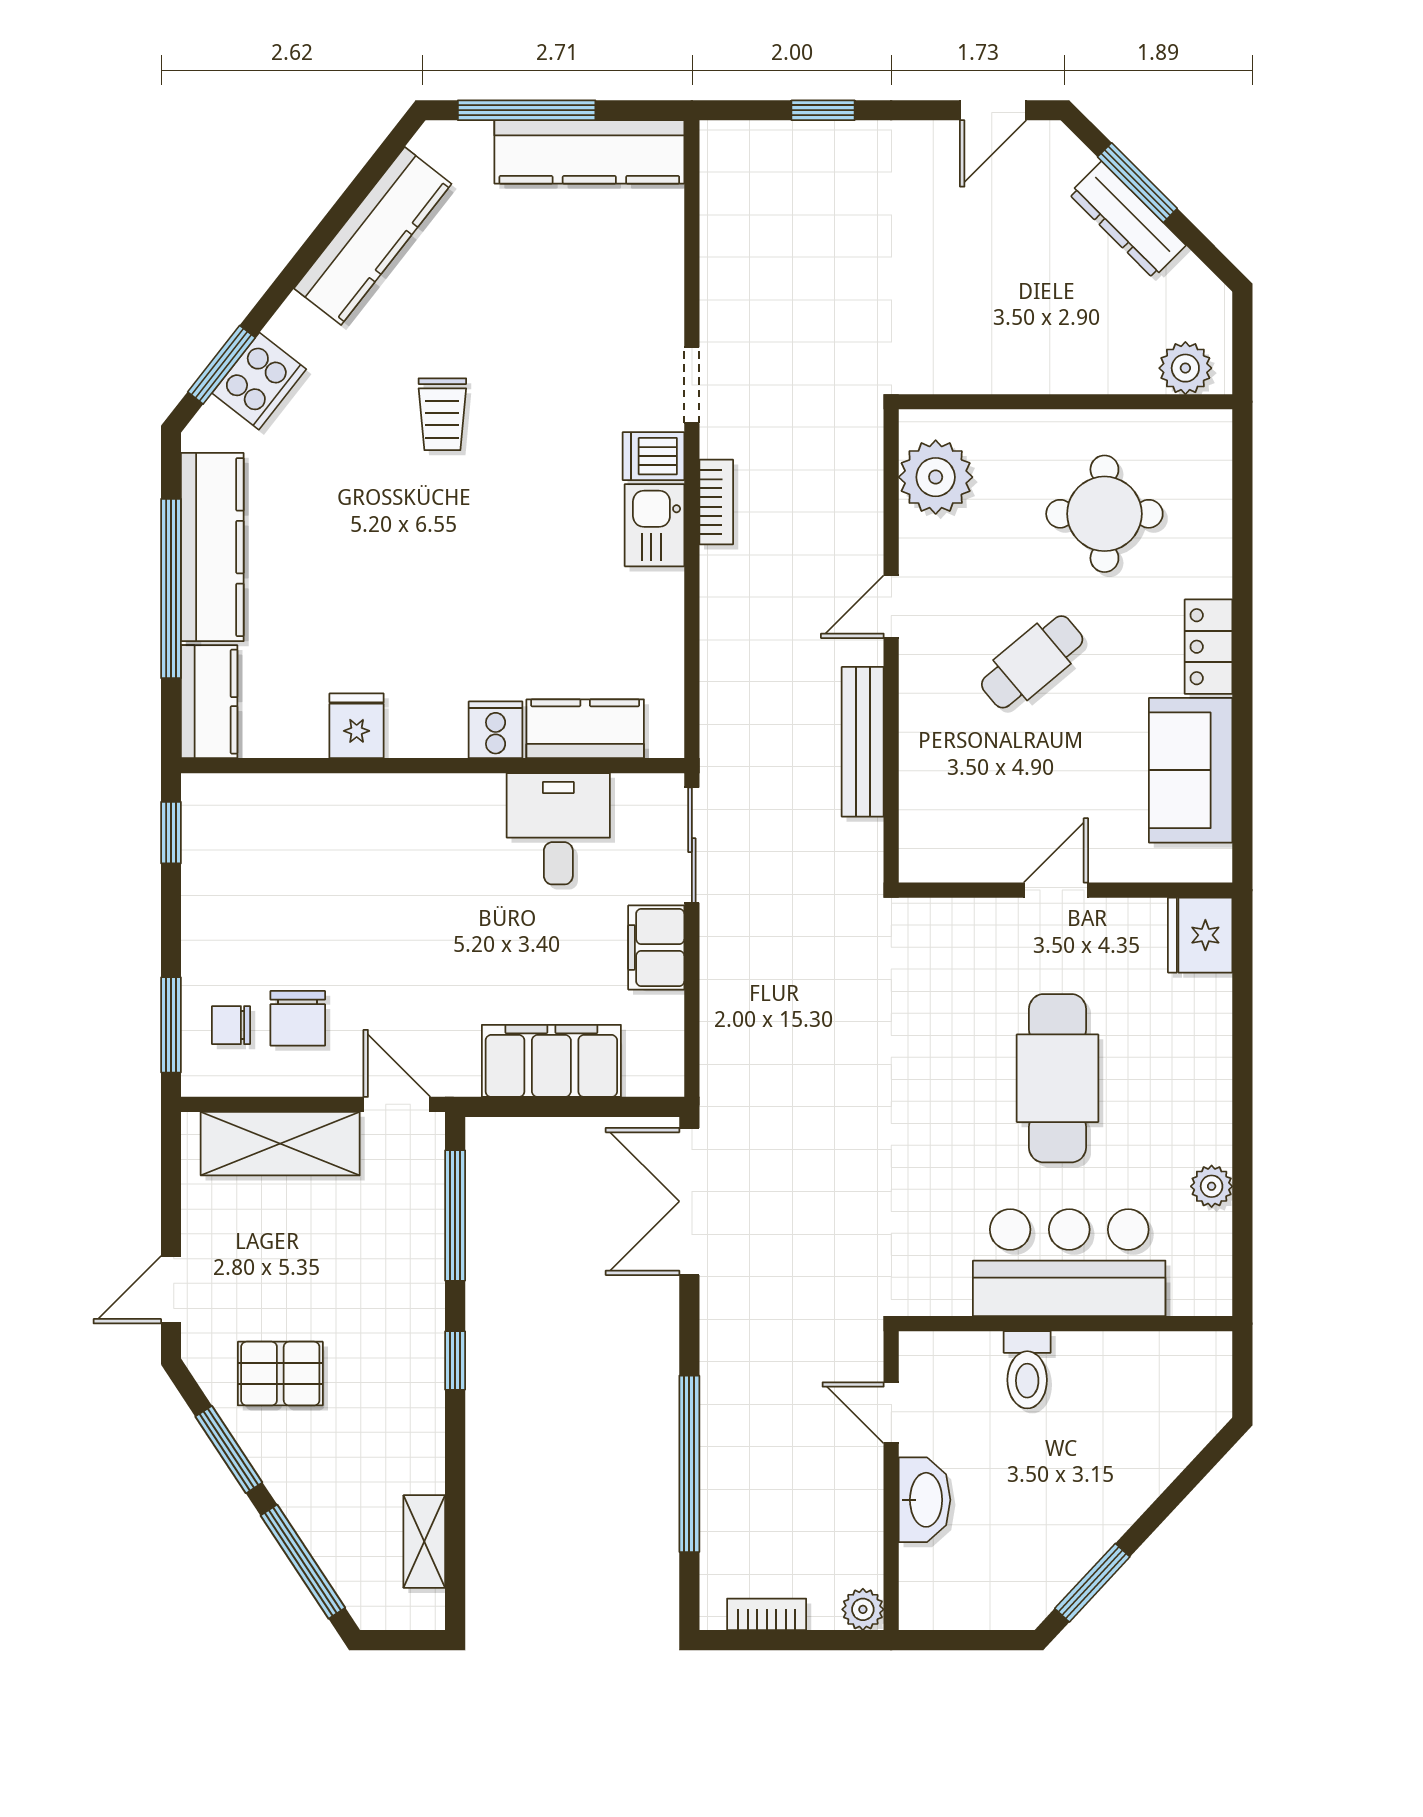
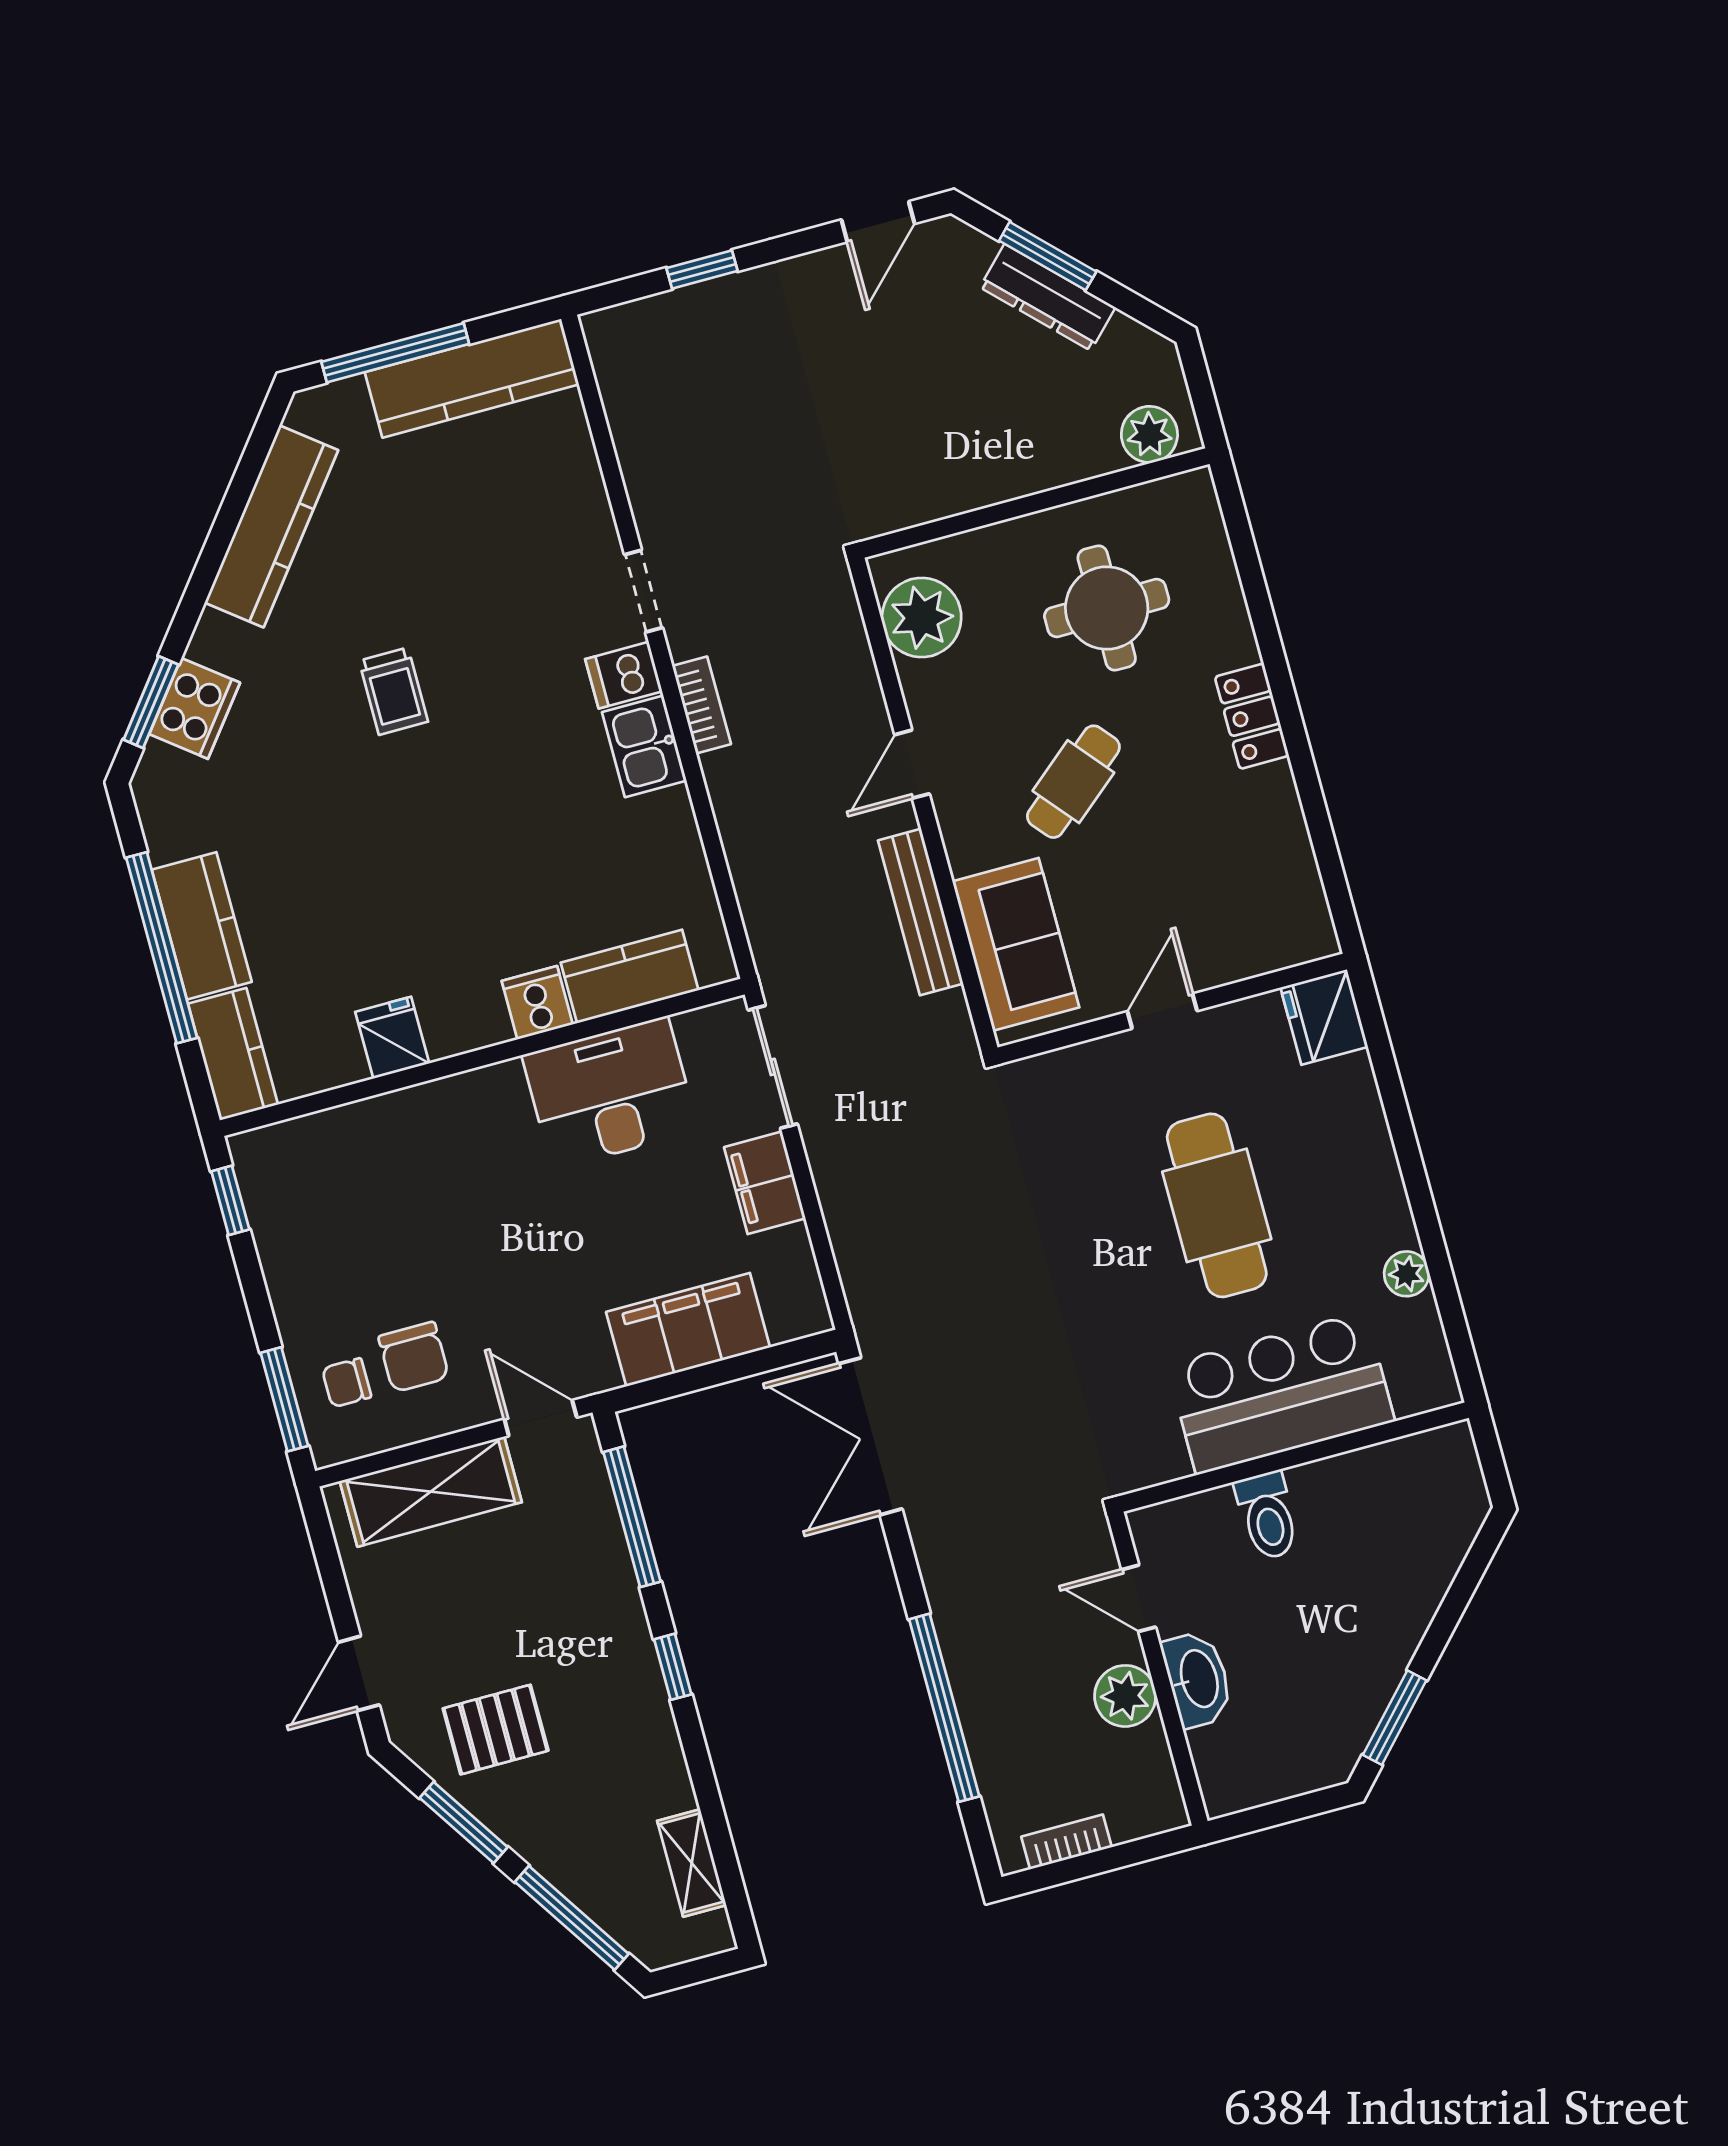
kitchen counter: (212, 547) -> (202, 926), width x0.67
sofa: (1191, 770) -> (1016, 944), moved, turned 180
desk: (558, 829) -> (610, 1093), width x1.37
plant: (863, 1609) -> (1125, 1696), moved, width x1.38, depth x1.38

